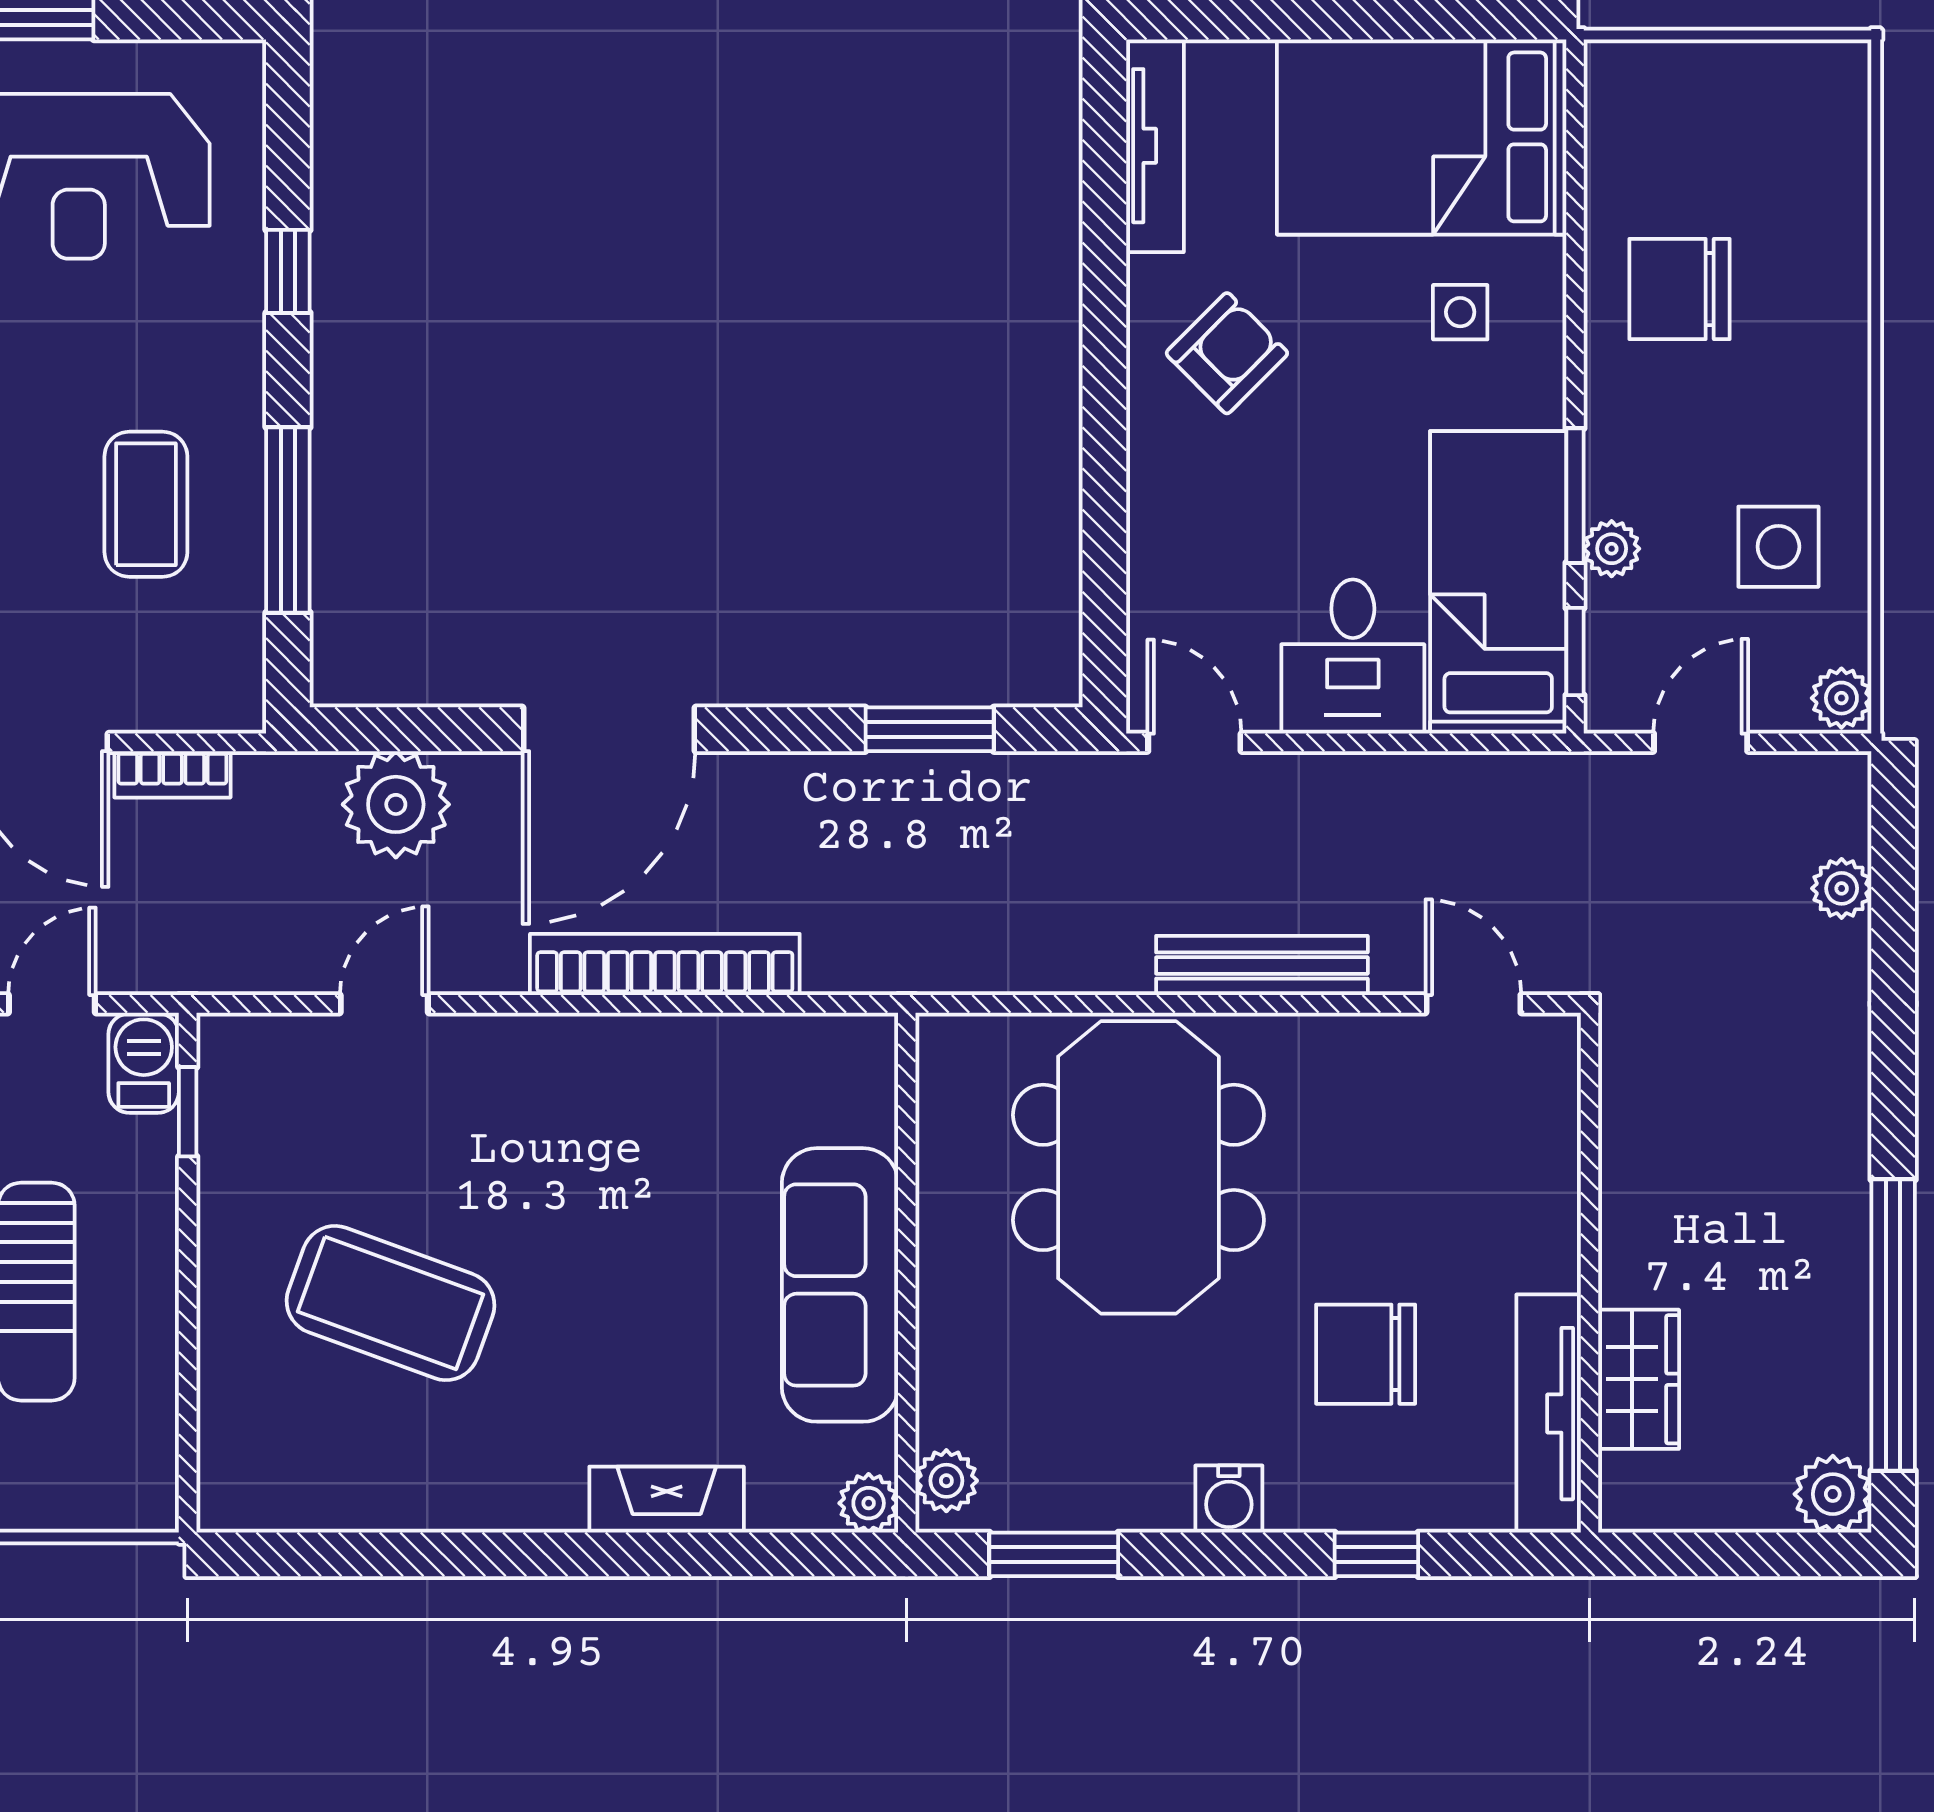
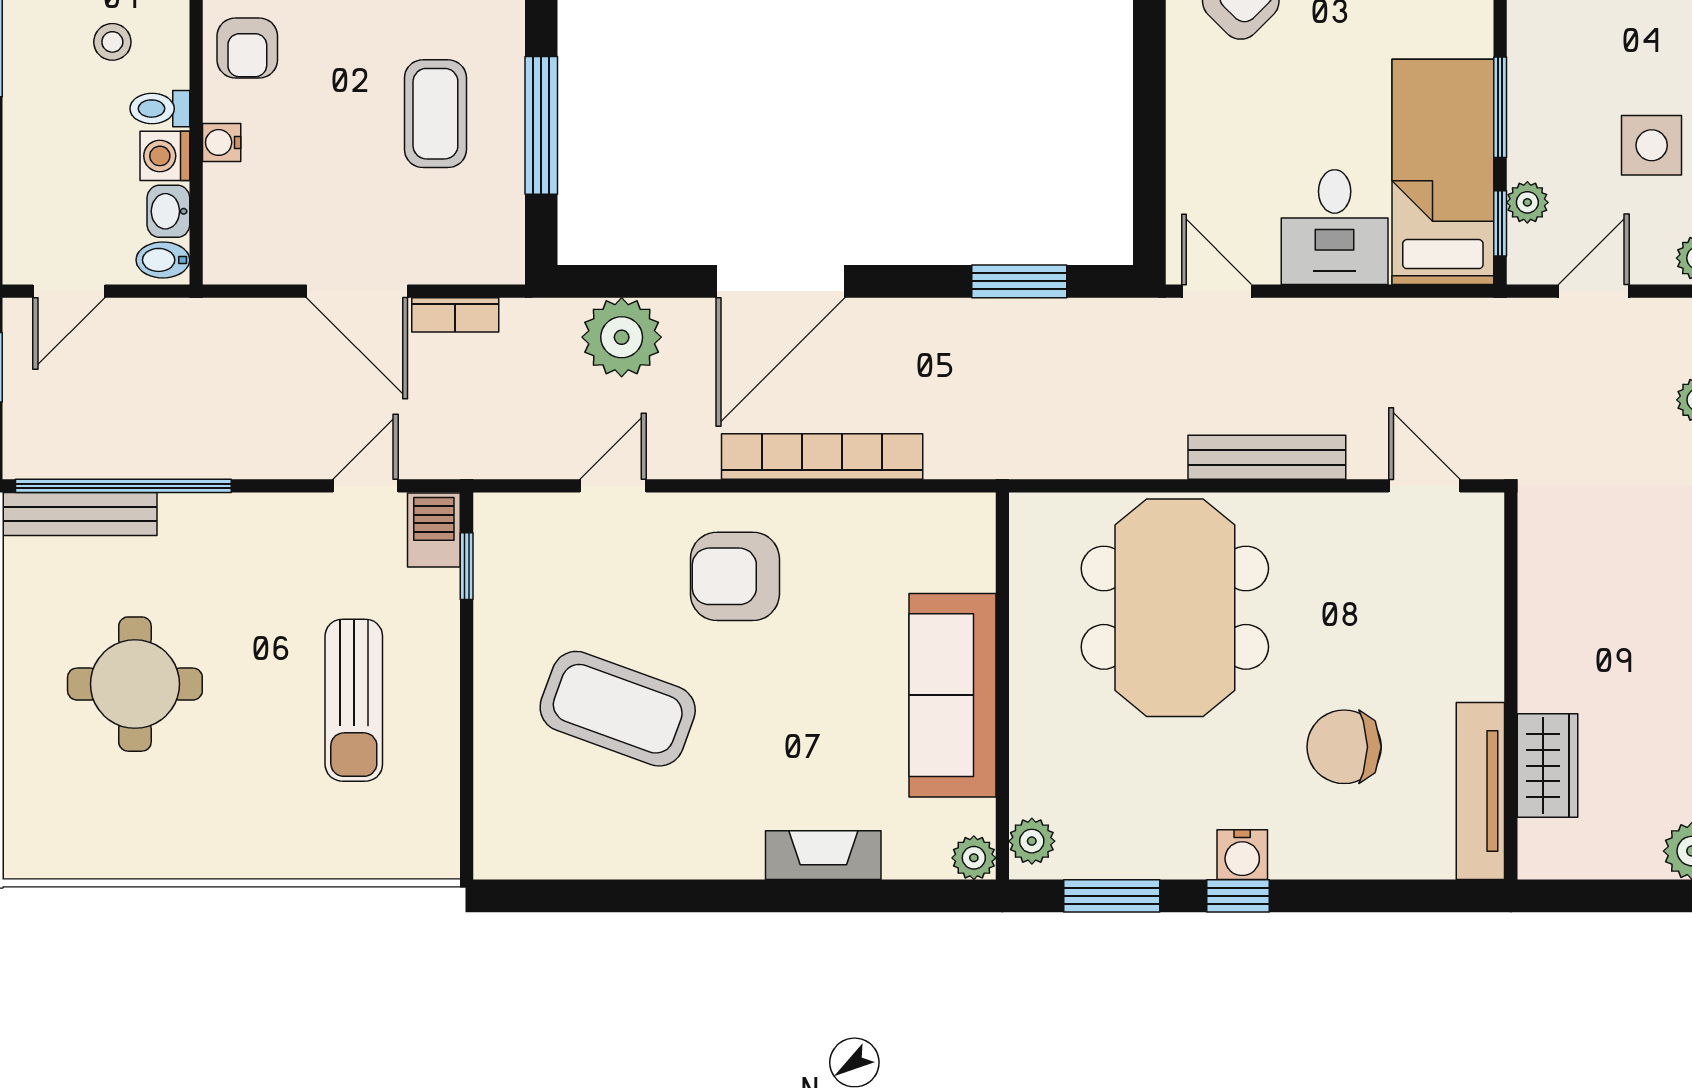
plant: (1612, 549) -> (1527, 202), moved
armchair: (548, 1125) -> (735, 576), added
window: (1376, 1554) -> (1238, 896), moved

